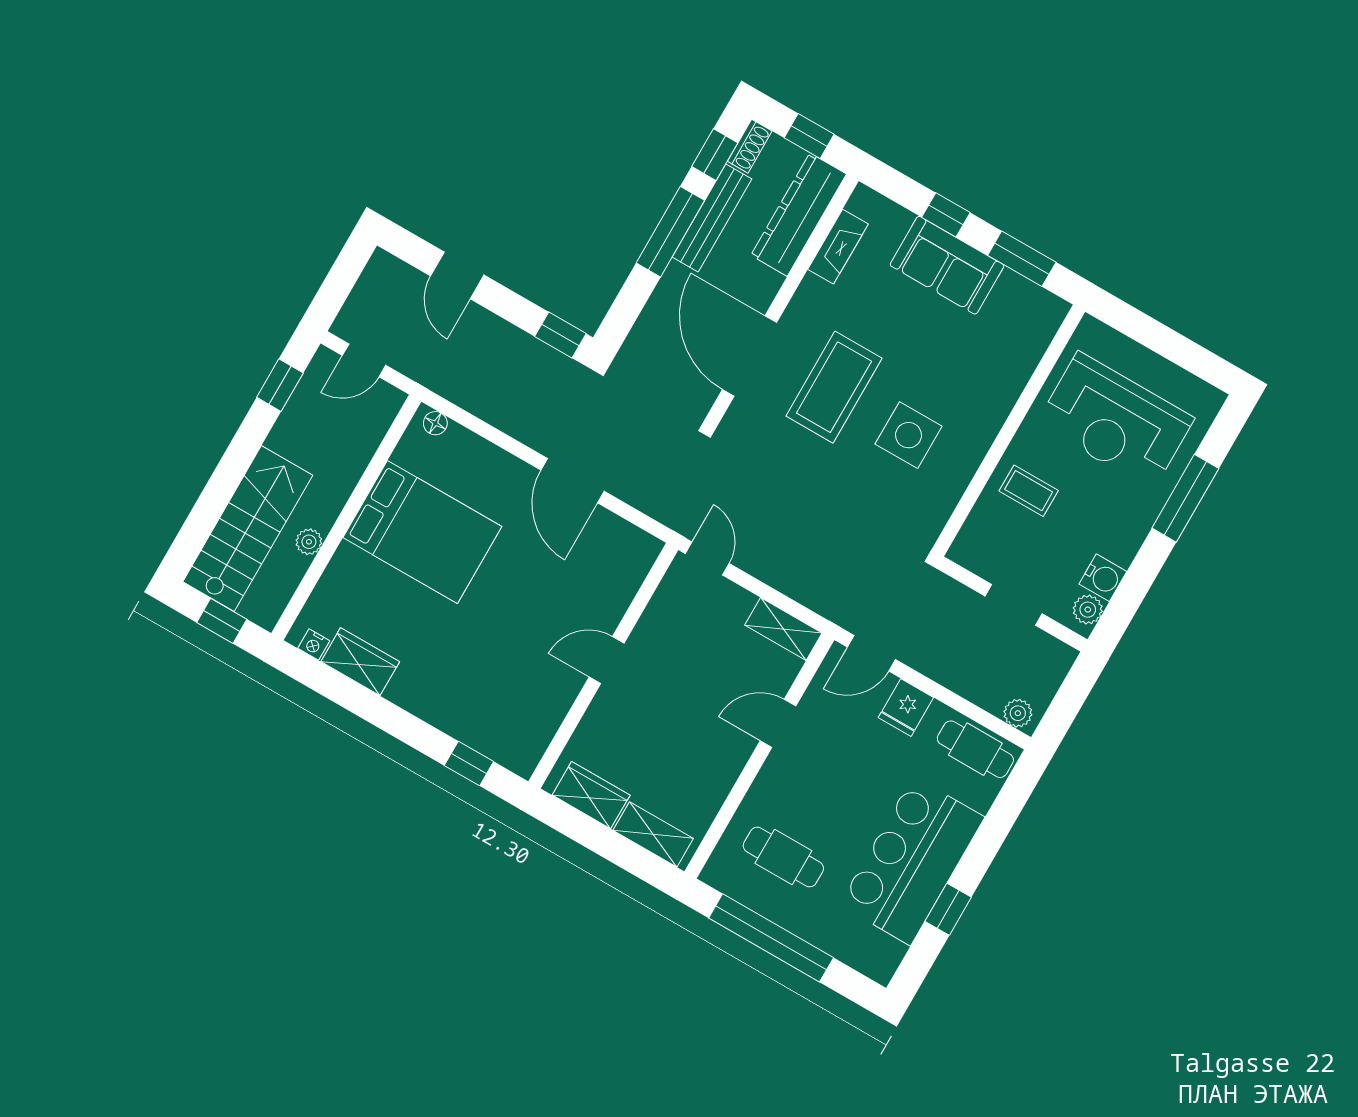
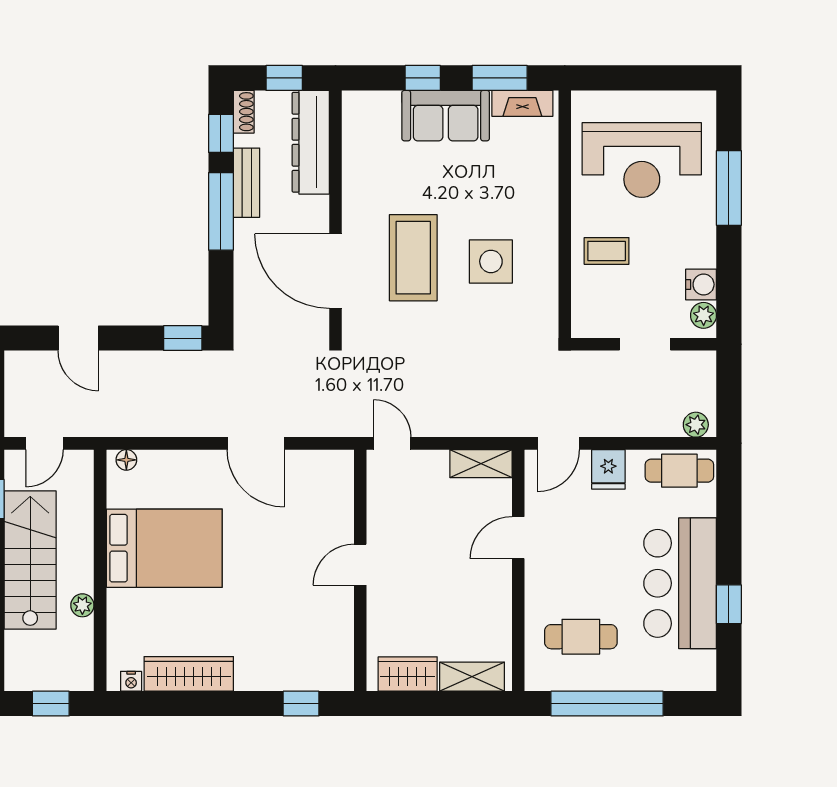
bench: (712, 218) -> (247, 183), width x0.73
fireplace: (838, 247) -> (522, 103), moved, turned 90
stairs: (248, 529) -> (30, 560), moved
wardrobe: (360, 662) -> (189, 674), width x1.50

